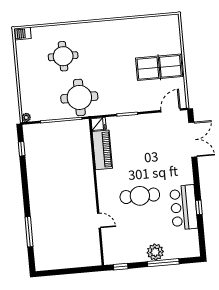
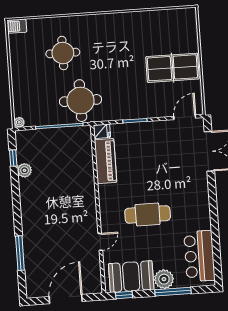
plant: (32, 159) -> (24, 170), added
bar counter: (184, 207) -> (199, 256), moved
window: (199, 207) -> (215, 229), removed
door: (99, 221) -> (100, 242), hinge flipped
booth: (127, 250) -> (131, 277), added
door: (70, 271) -> (66, 299), added

